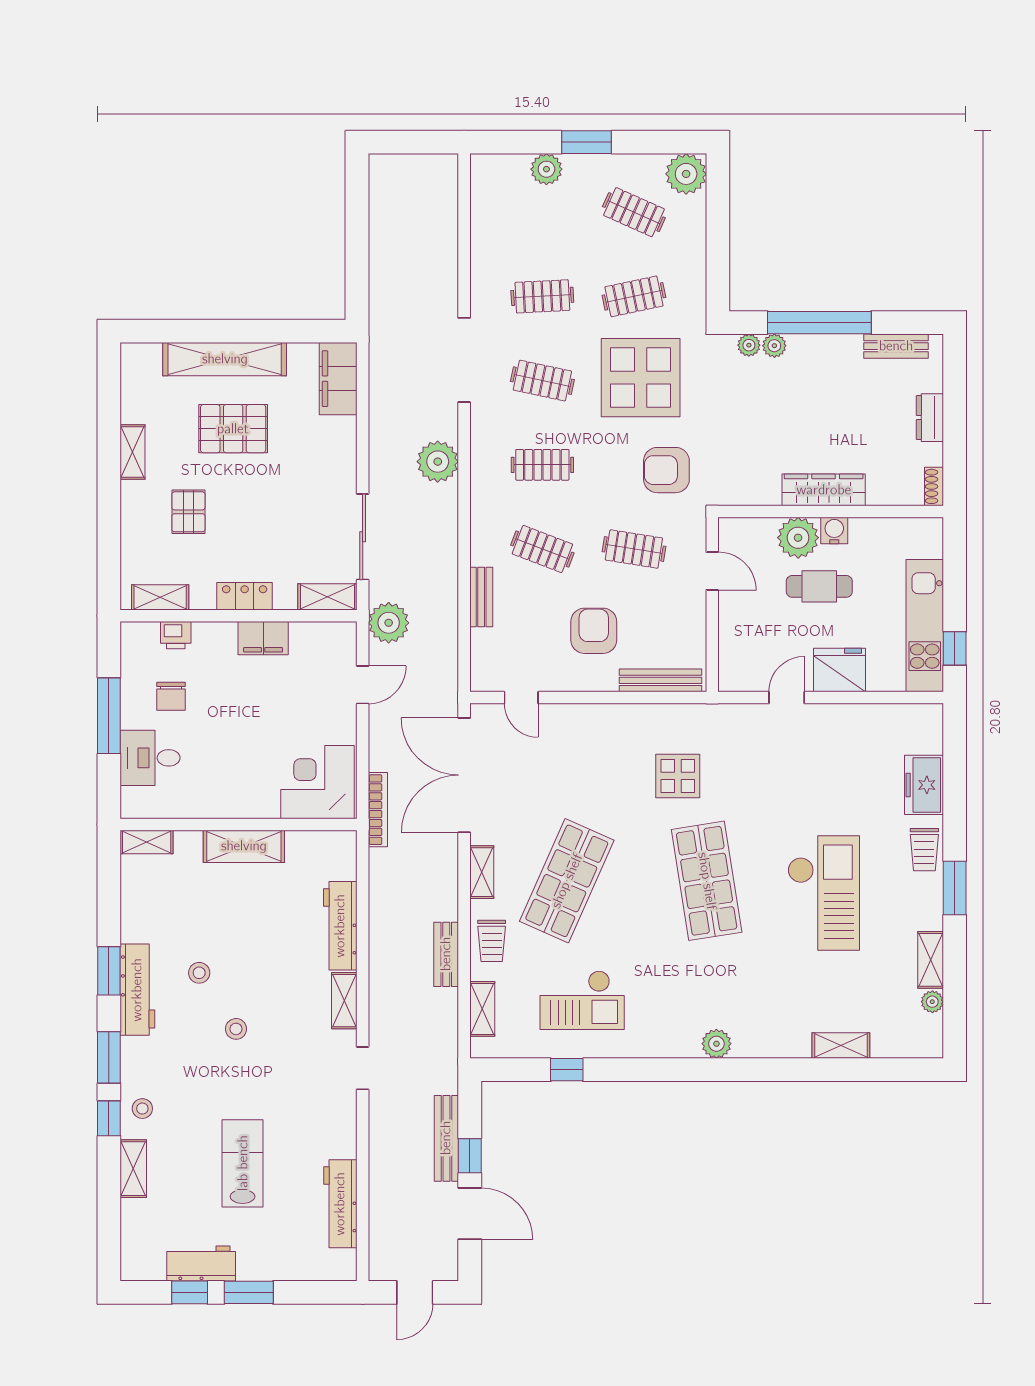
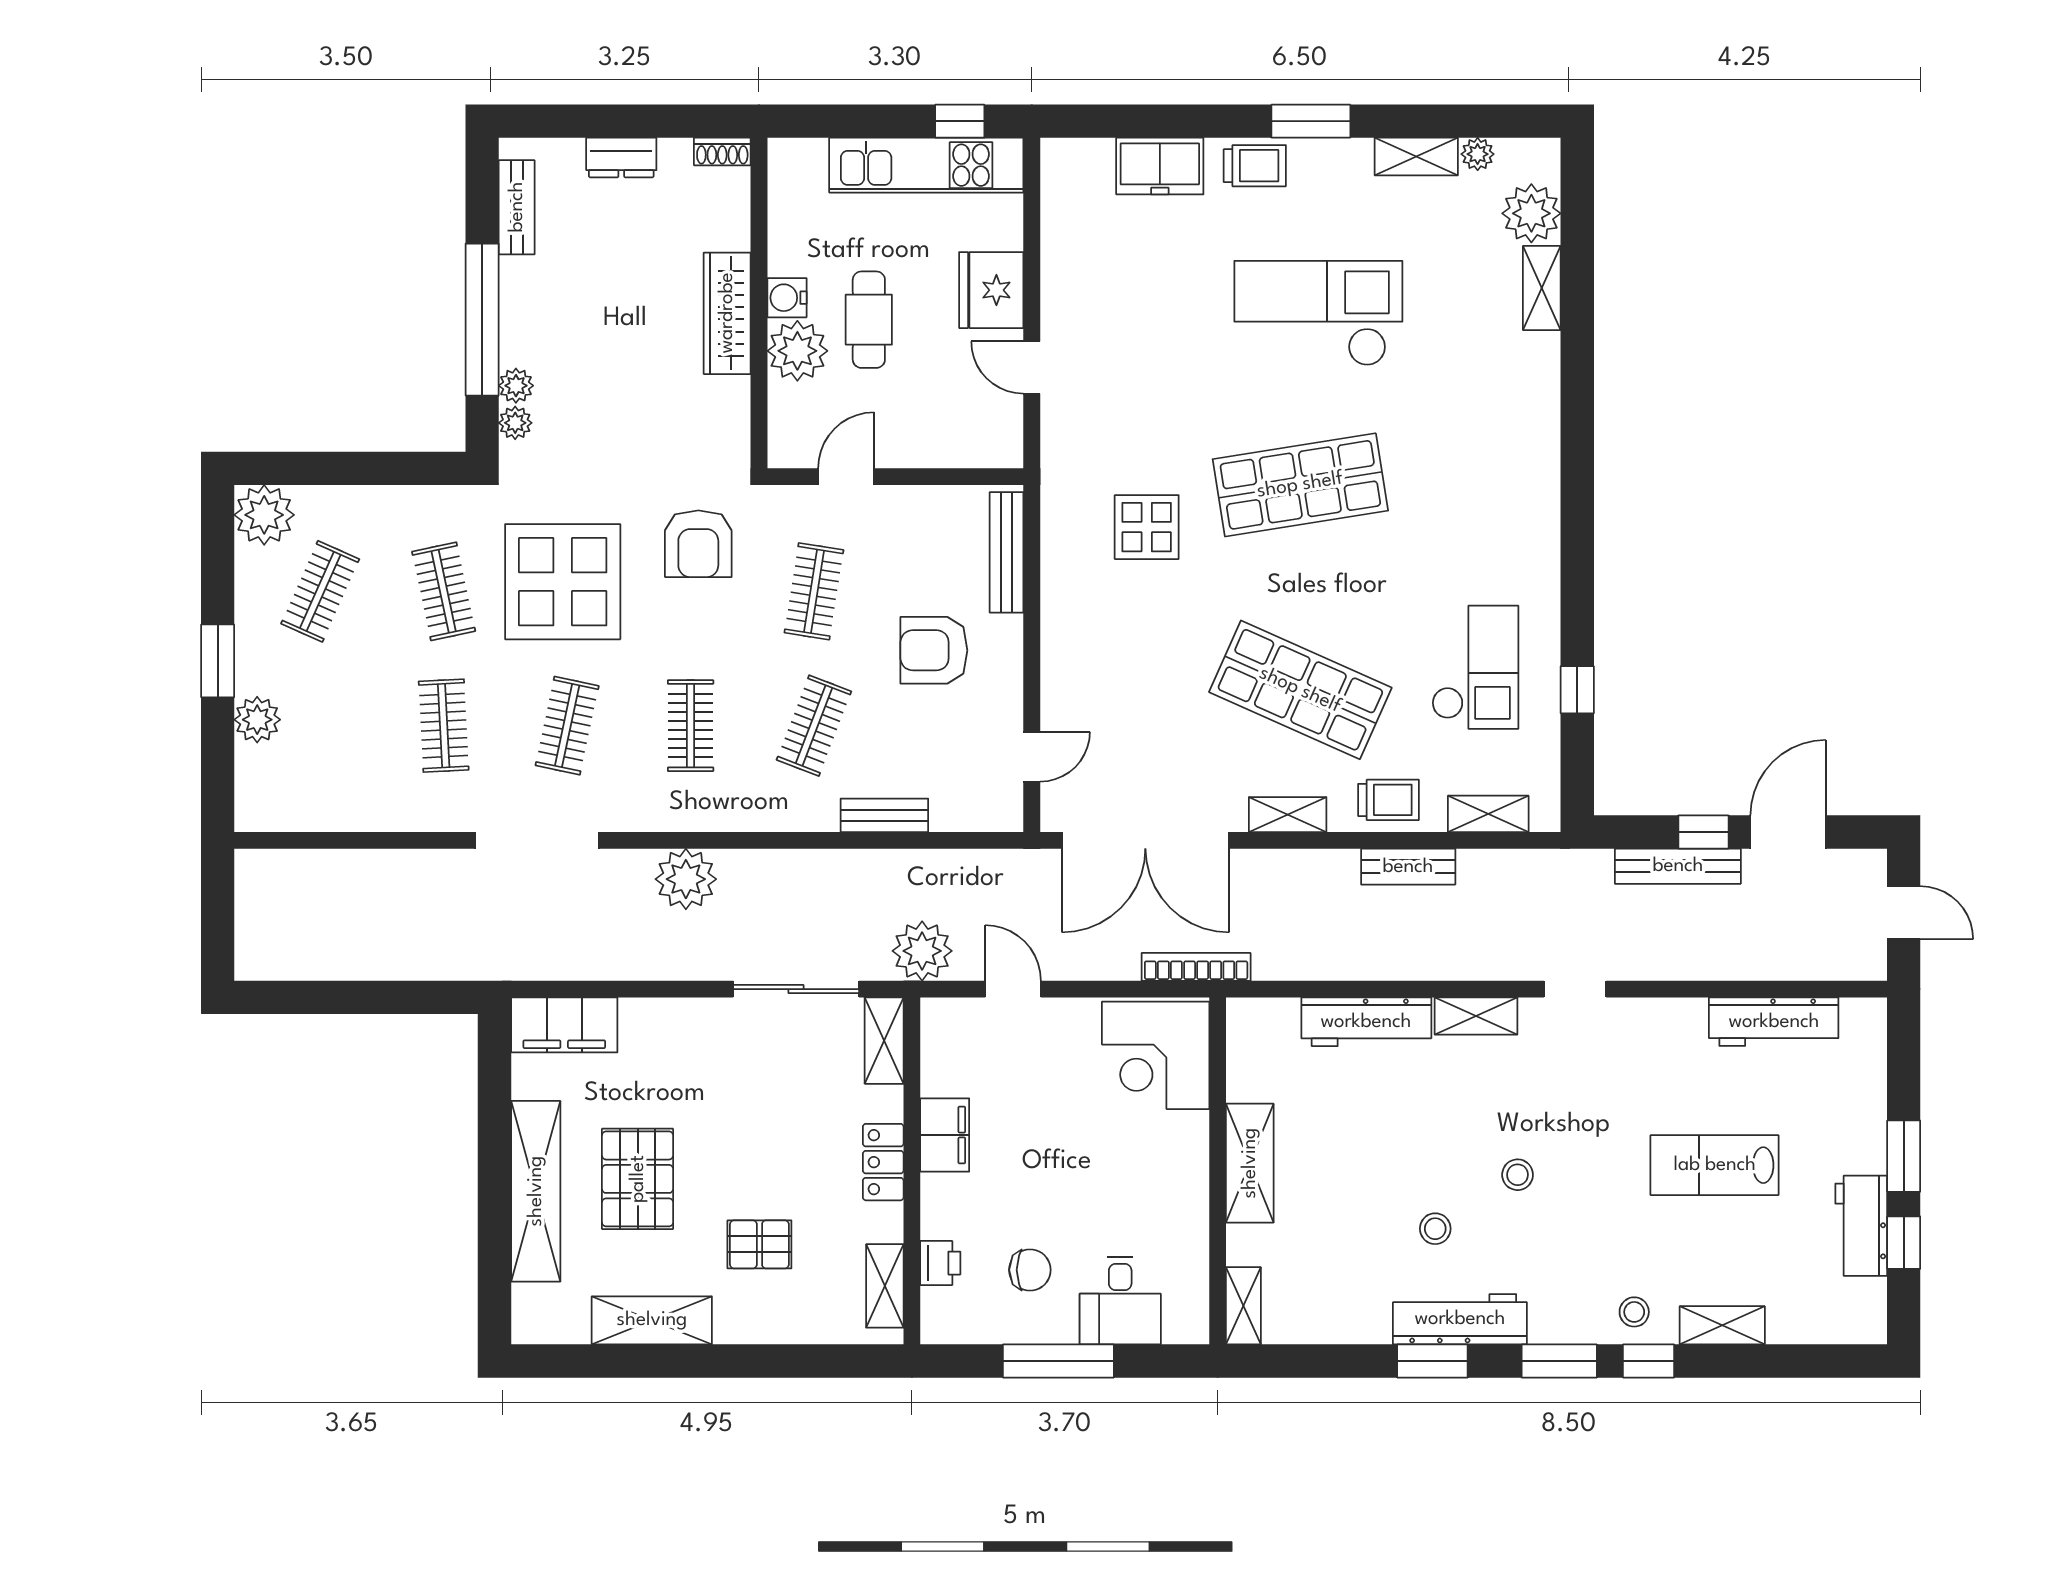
shelving: (133, 452) -> (652, 1320), width x1.50, depth x1.33
plant: (716, 1044) -> (1531, 213), moved, width x1.36, depth x1.36

